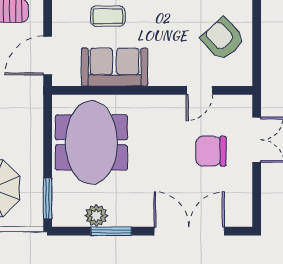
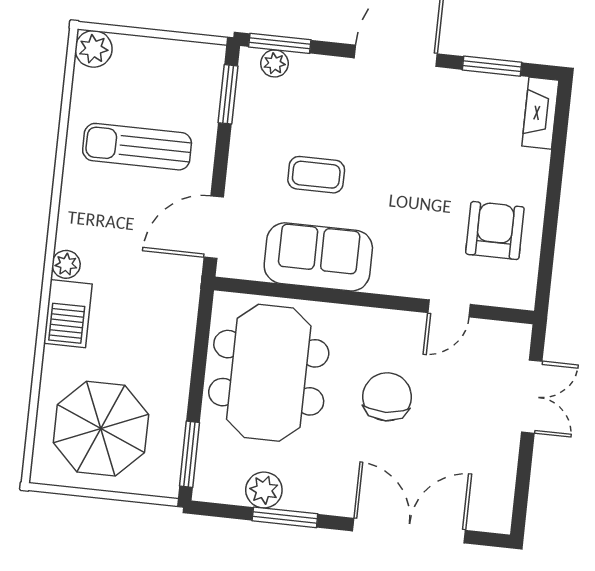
armchair: (223, 39) -> (495, 231), turned 43
chair: (211, 151) -> (387, 397), moved, turned 88

